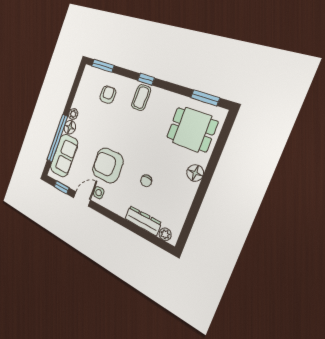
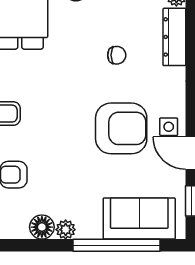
floor lamp: (70, 127) -> (42, 227), moved
armchair: (108, 165) -> (121, 128), turned -90

